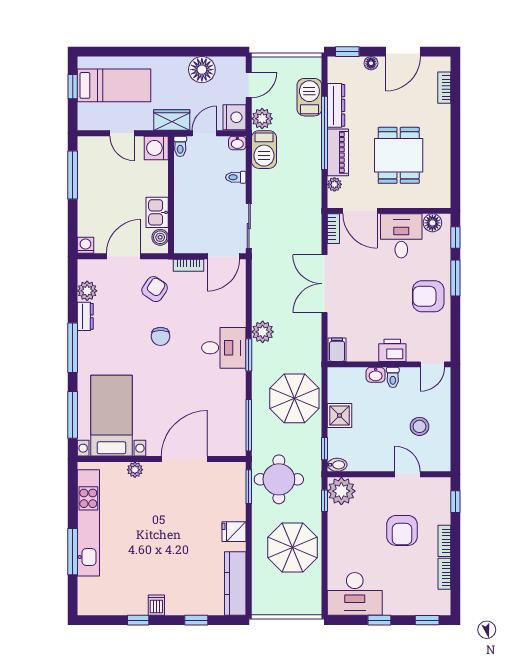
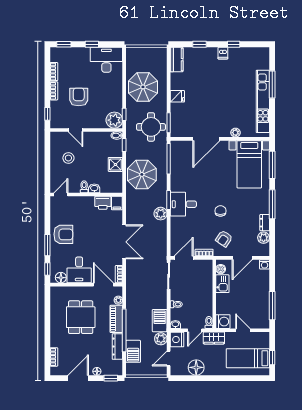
printer: (392, 350) -> (103, 203), moved
kitchen counter: (235, 584) -> (177, 60), width x0.67

